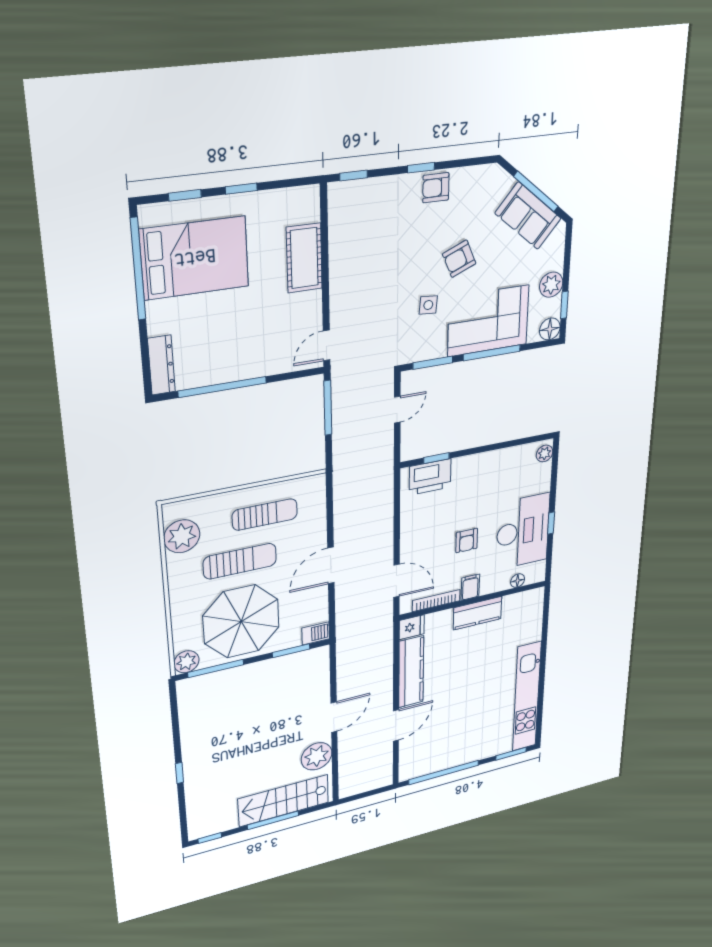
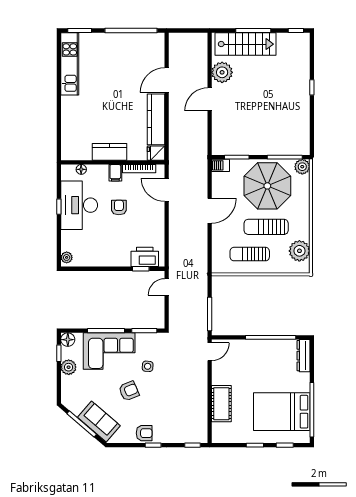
sofa: (528, 216) -> (99, 422), moved
door: (397, 410) -> (167, 287), moved
kitchen unit: (527, 697) -> (70, 64), width x0.73

